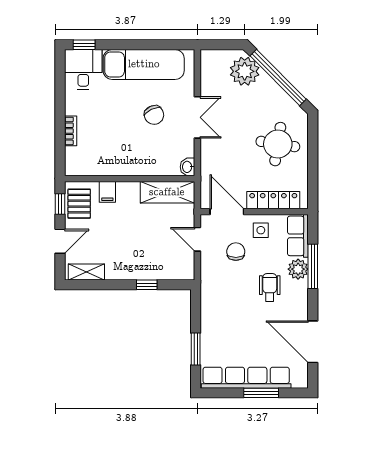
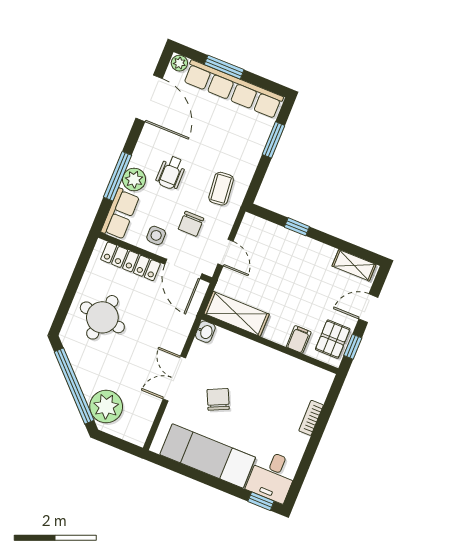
coffee table: (223, 291) -> (221, 189), added
plant: (300, 381) -> (179, 63), added

